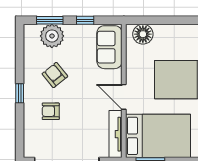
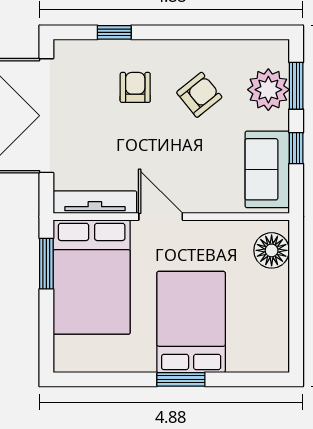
sofa: (109, 47) -> (267, 169), moved, turned -90
window: (20, 93) -> (114, 32), moved
door: (124, 97) -> (161, 217), hinge flipped

